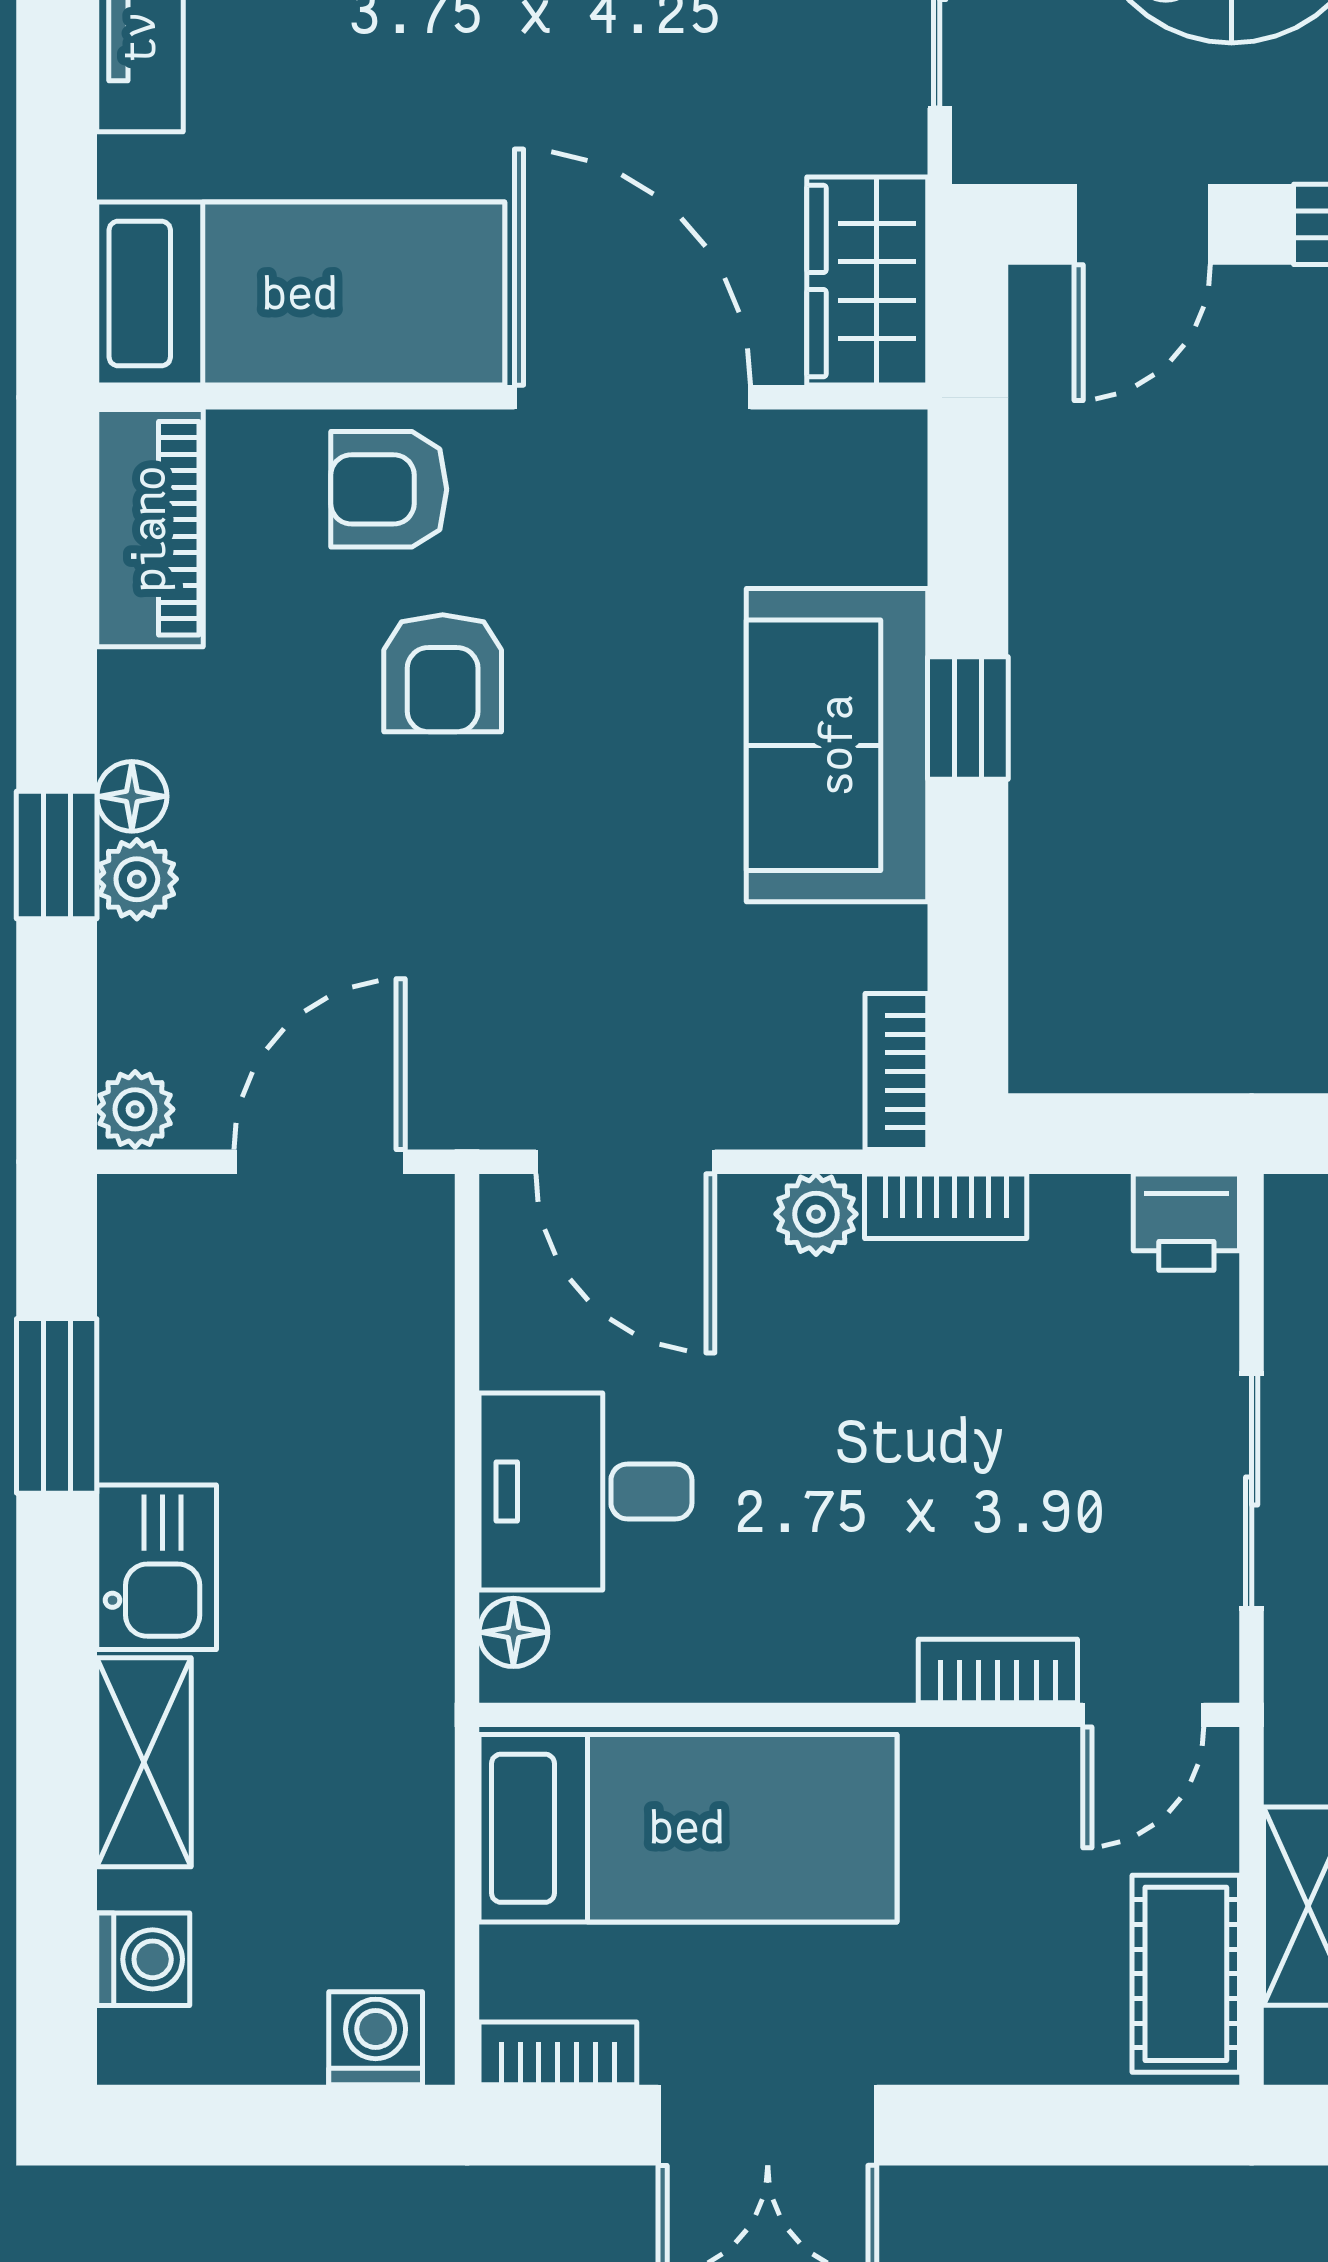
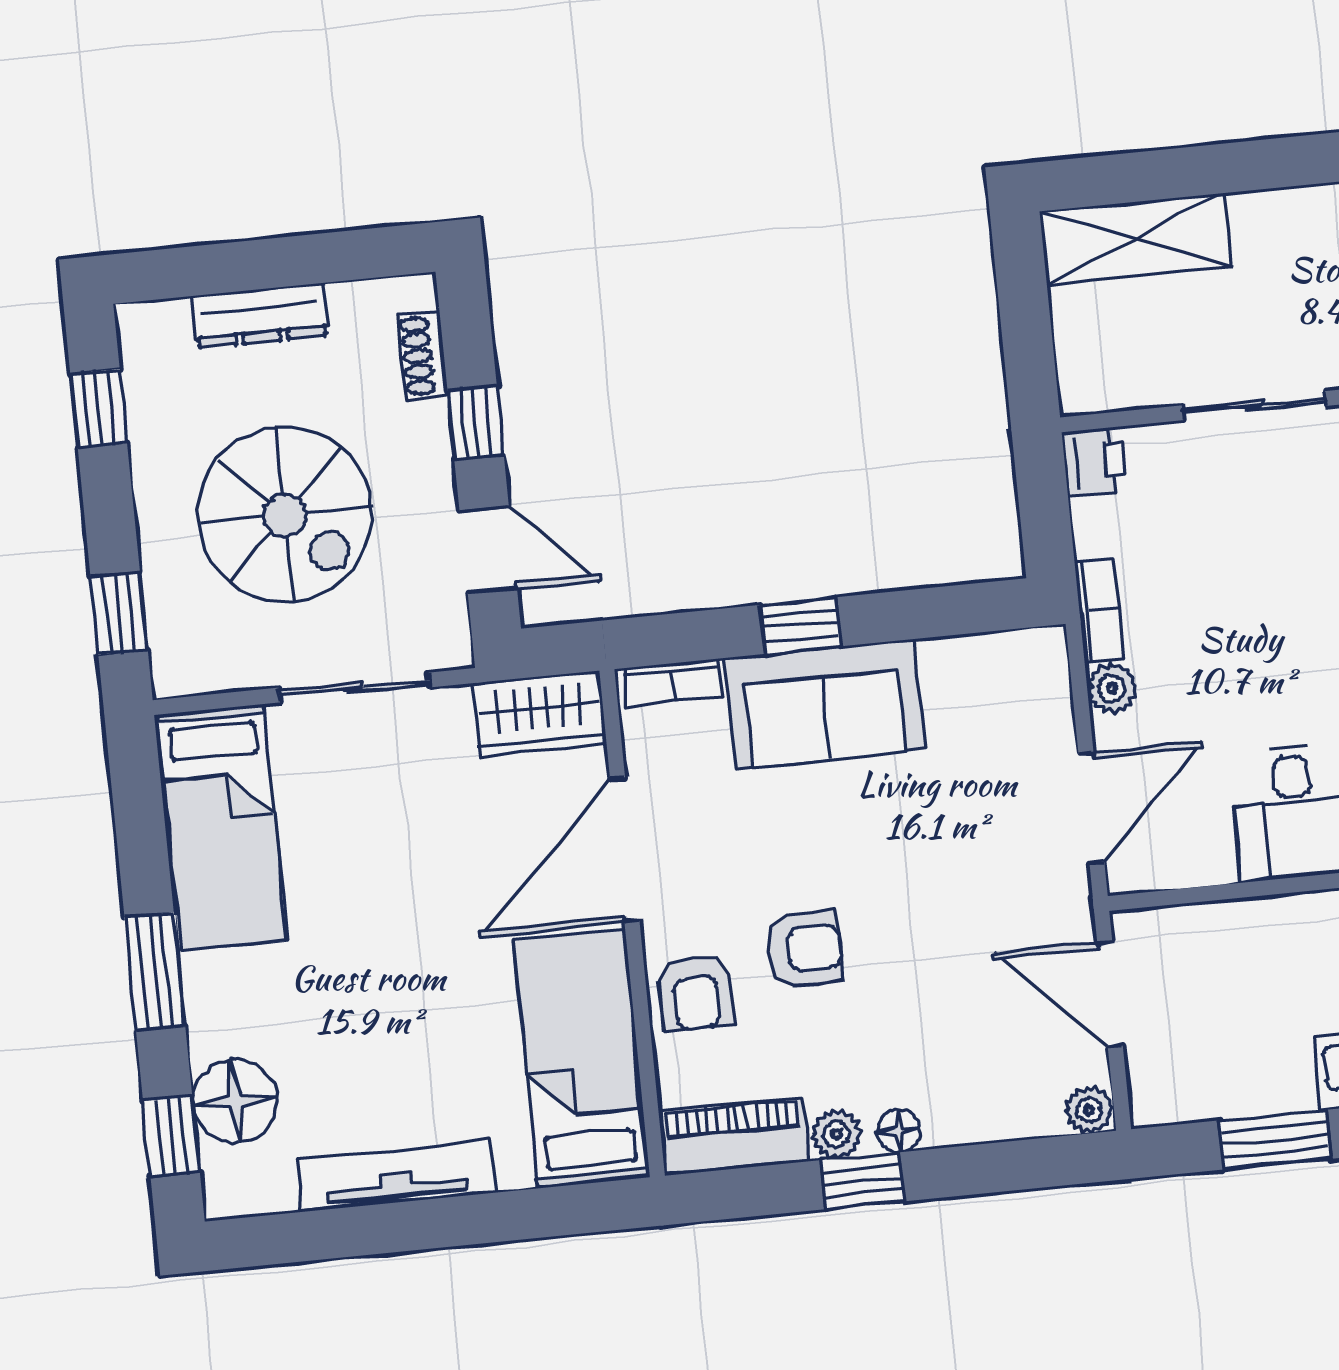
window: (57, 855) -> (862, 1181), moved
plant: (137, 879) -> (836, 1134), moved
bookcase: (896, 1072) -> (673, 682), moved

